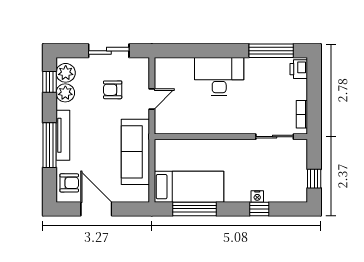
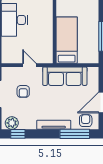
plant: (65, 93) -> (25, 123), removed
window: (49, 145) -> (75, 134), moved
bed: (189, 187) -> (67, 40), moved

